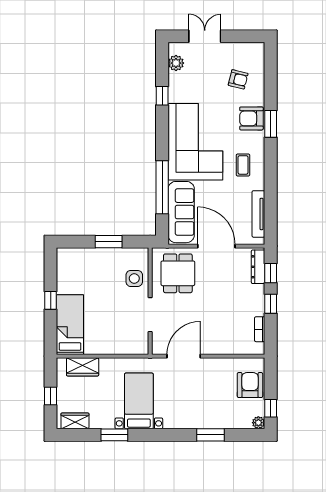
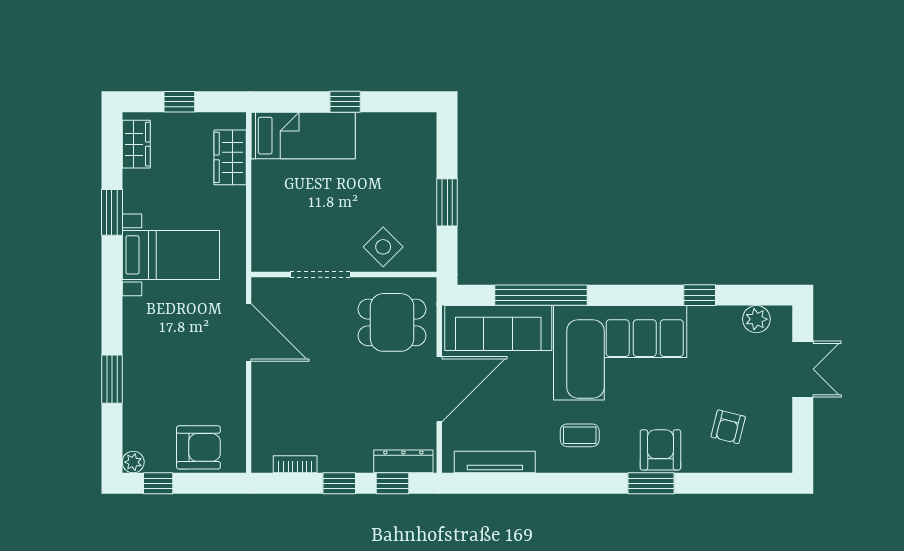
side table: (134, 278) -> (383, 247), turned 45

